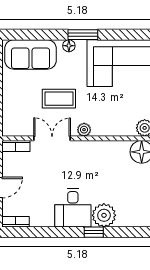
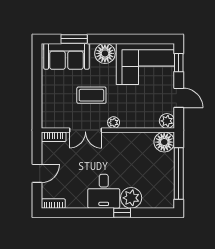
window: (83, 35) -> (74, 39), moved
floor lamp: (69, 46) -> (105, 53), width x1.89, depth x1.89
double door: (52, 138) -> (85, 130), swing flipped

